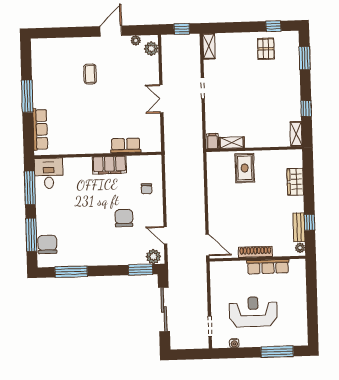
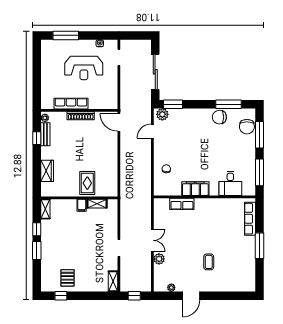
plant: (151, 49) -> (159, 259), moved
window: (305, 58) -> (37, 251), moved
filing cabinet: (213, 141) -> (82, 205), moved
desk: (49, 173) -> (230, 183), moved
chair: (124, 218) -> (219, 117), moved, turned 90
door: (165, 235) -> (152, 131), swing flipped

